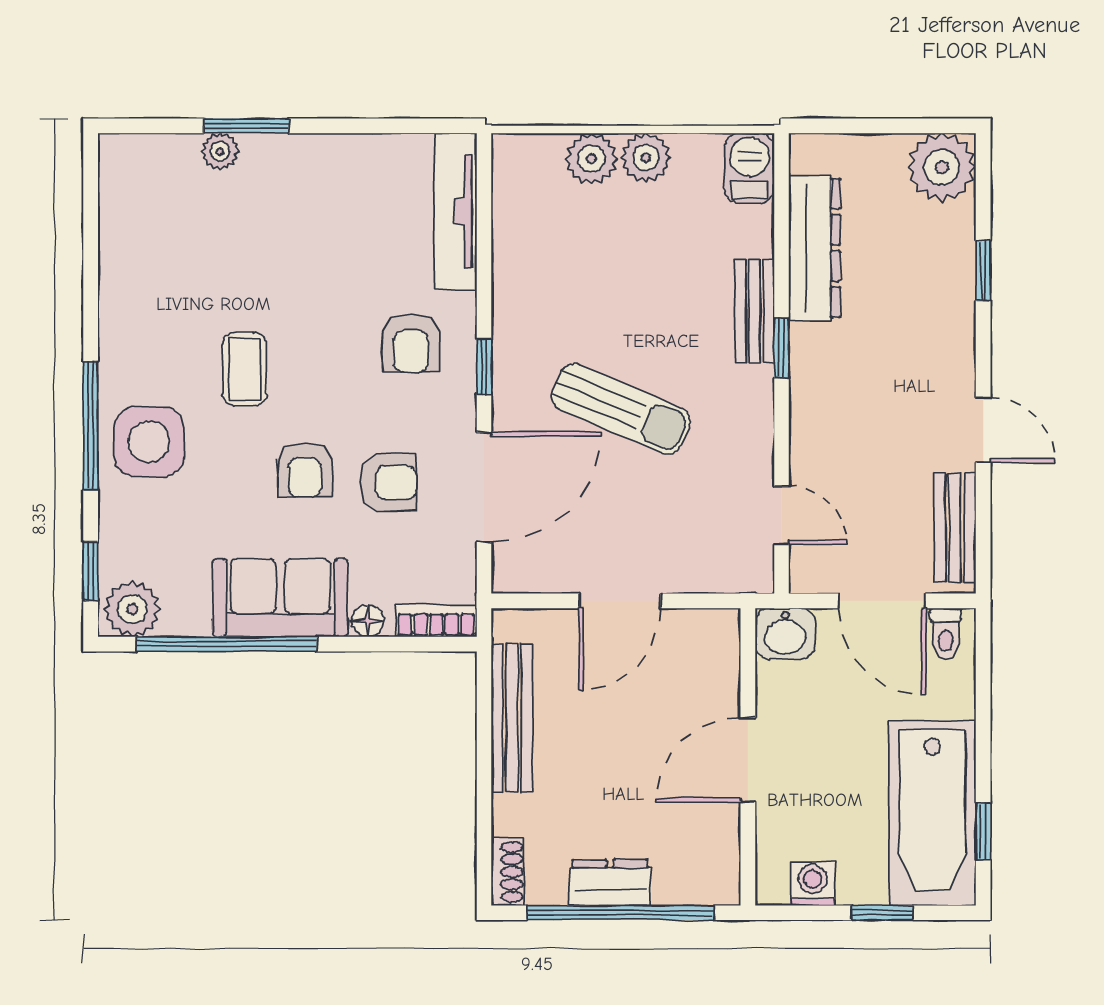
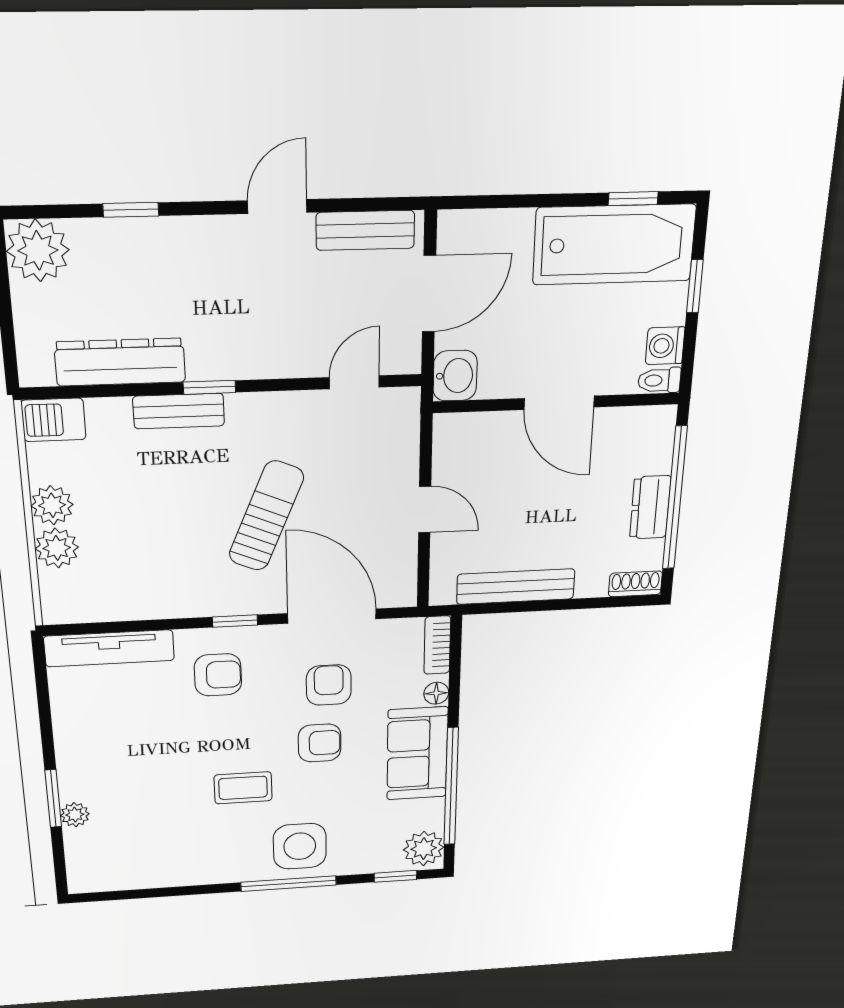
door: (620, 601) -> (425, 510), width x0.73
toilet: (946, 634) -> (659, 380), moved, turned 180

